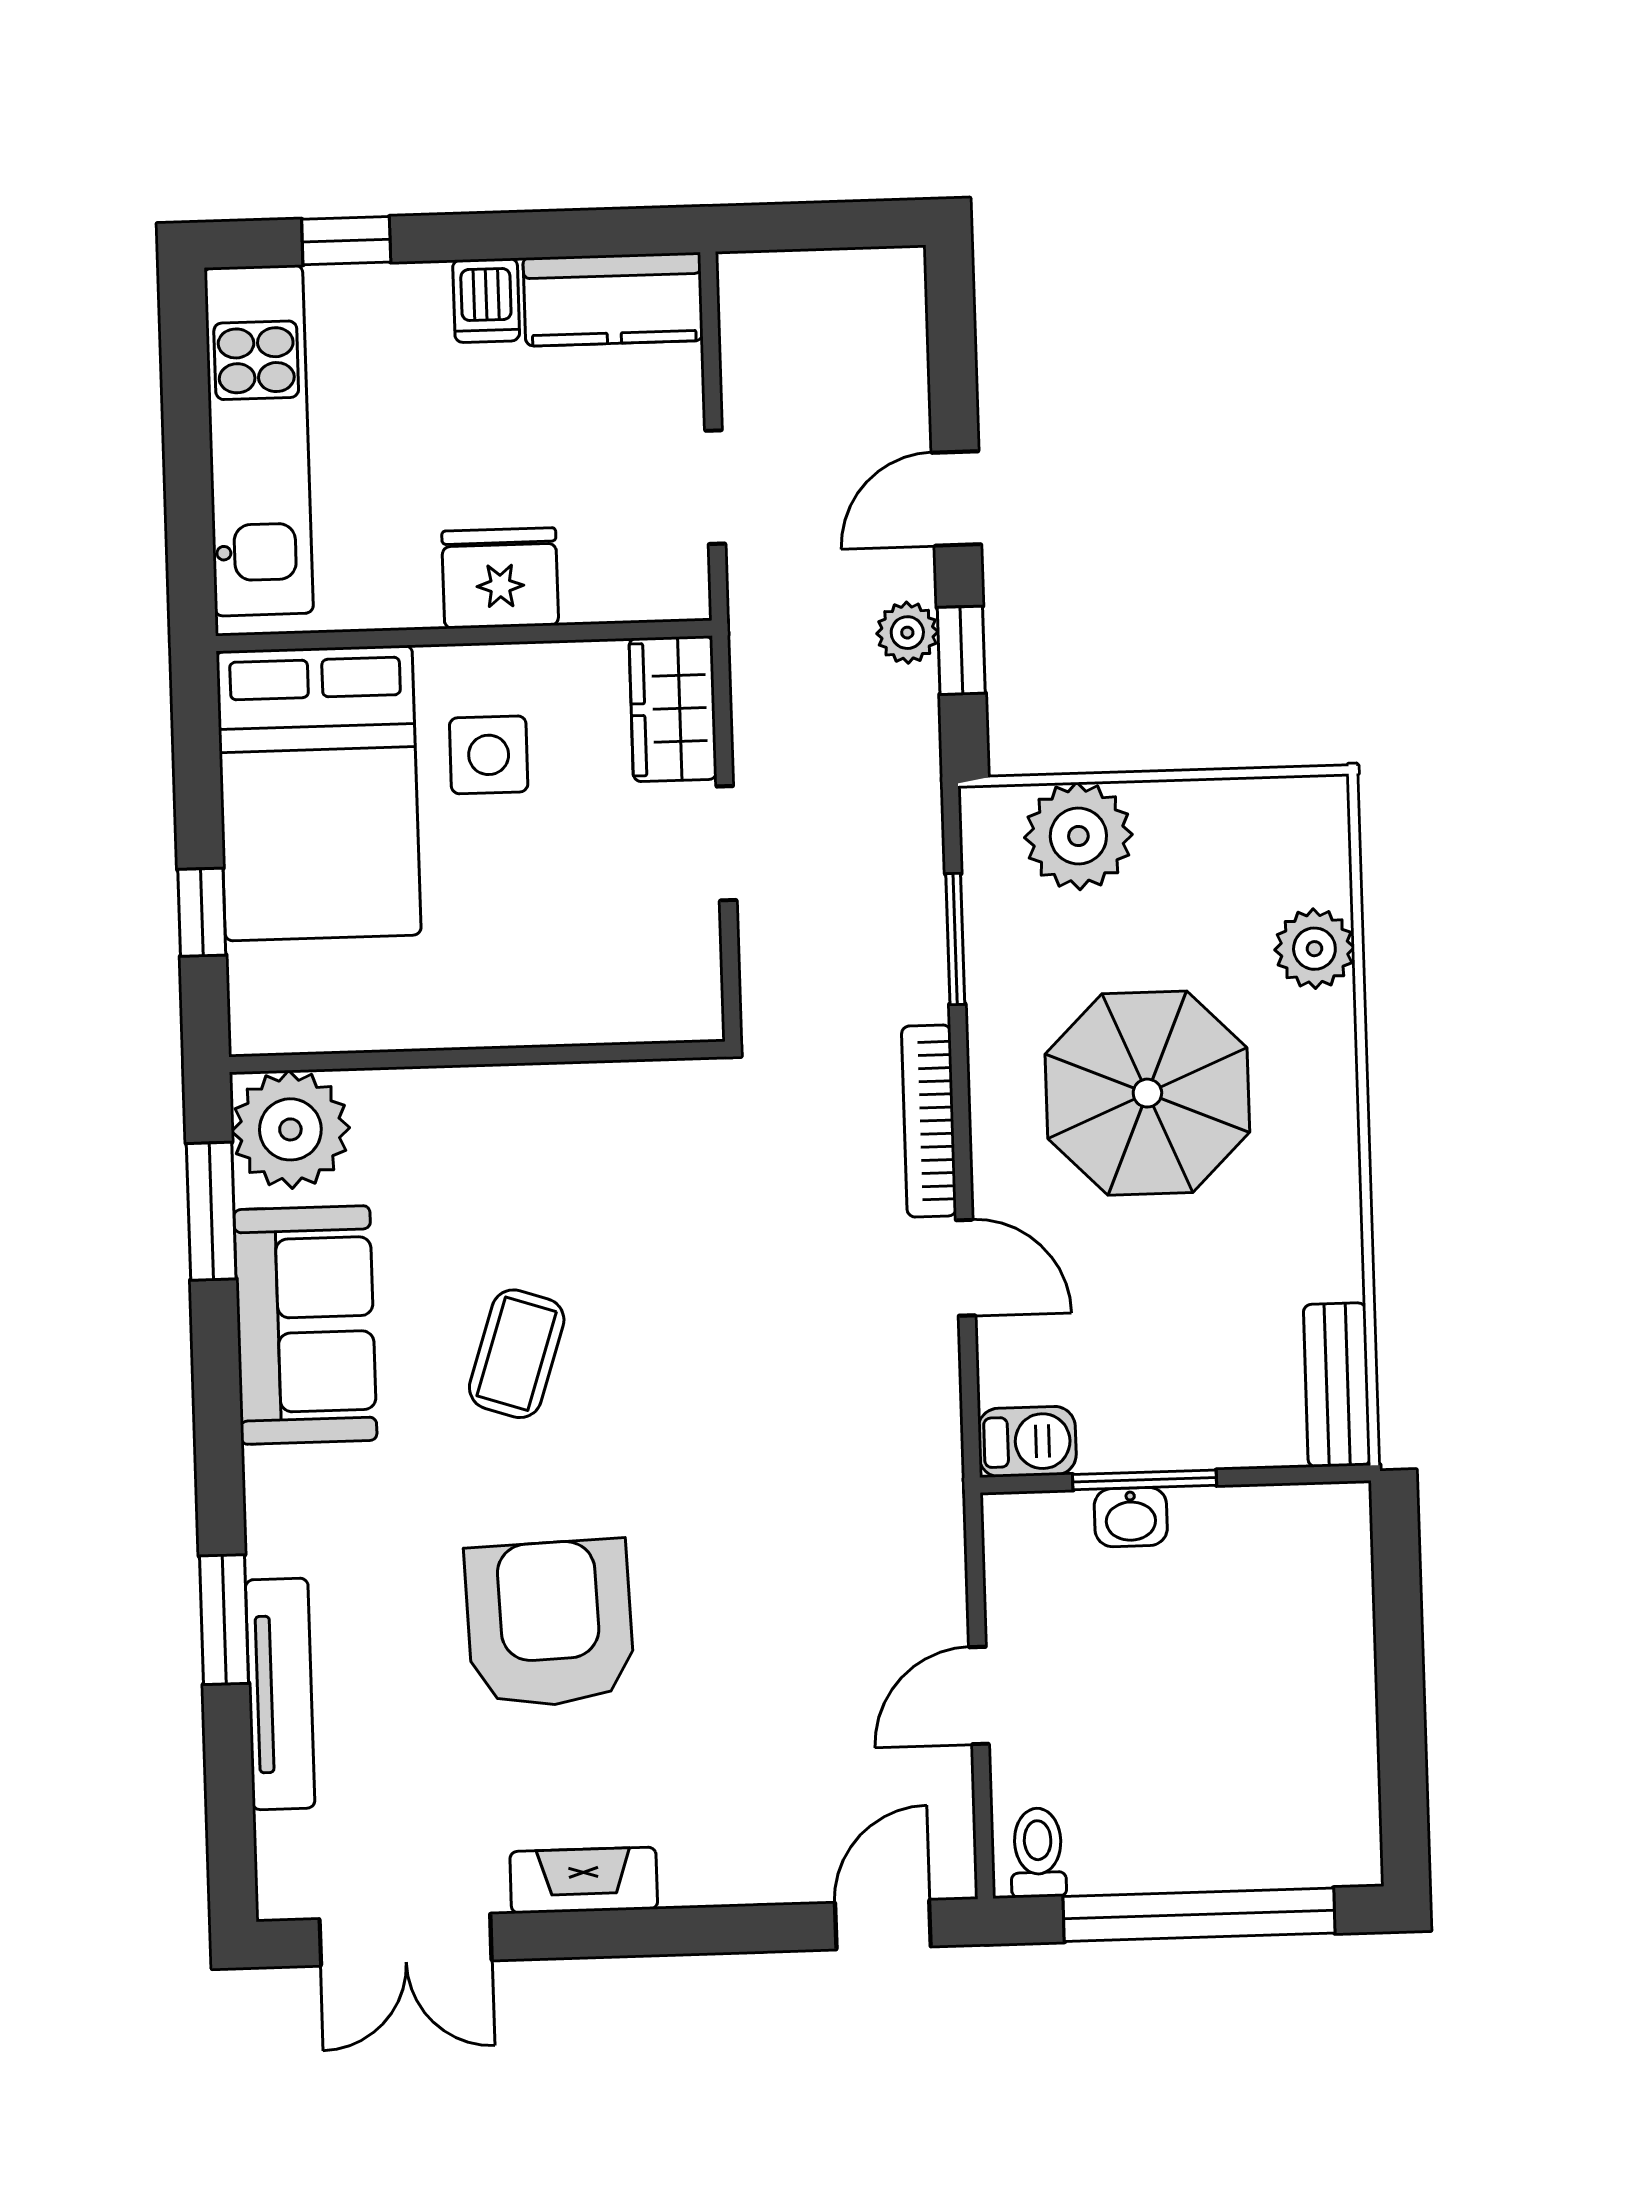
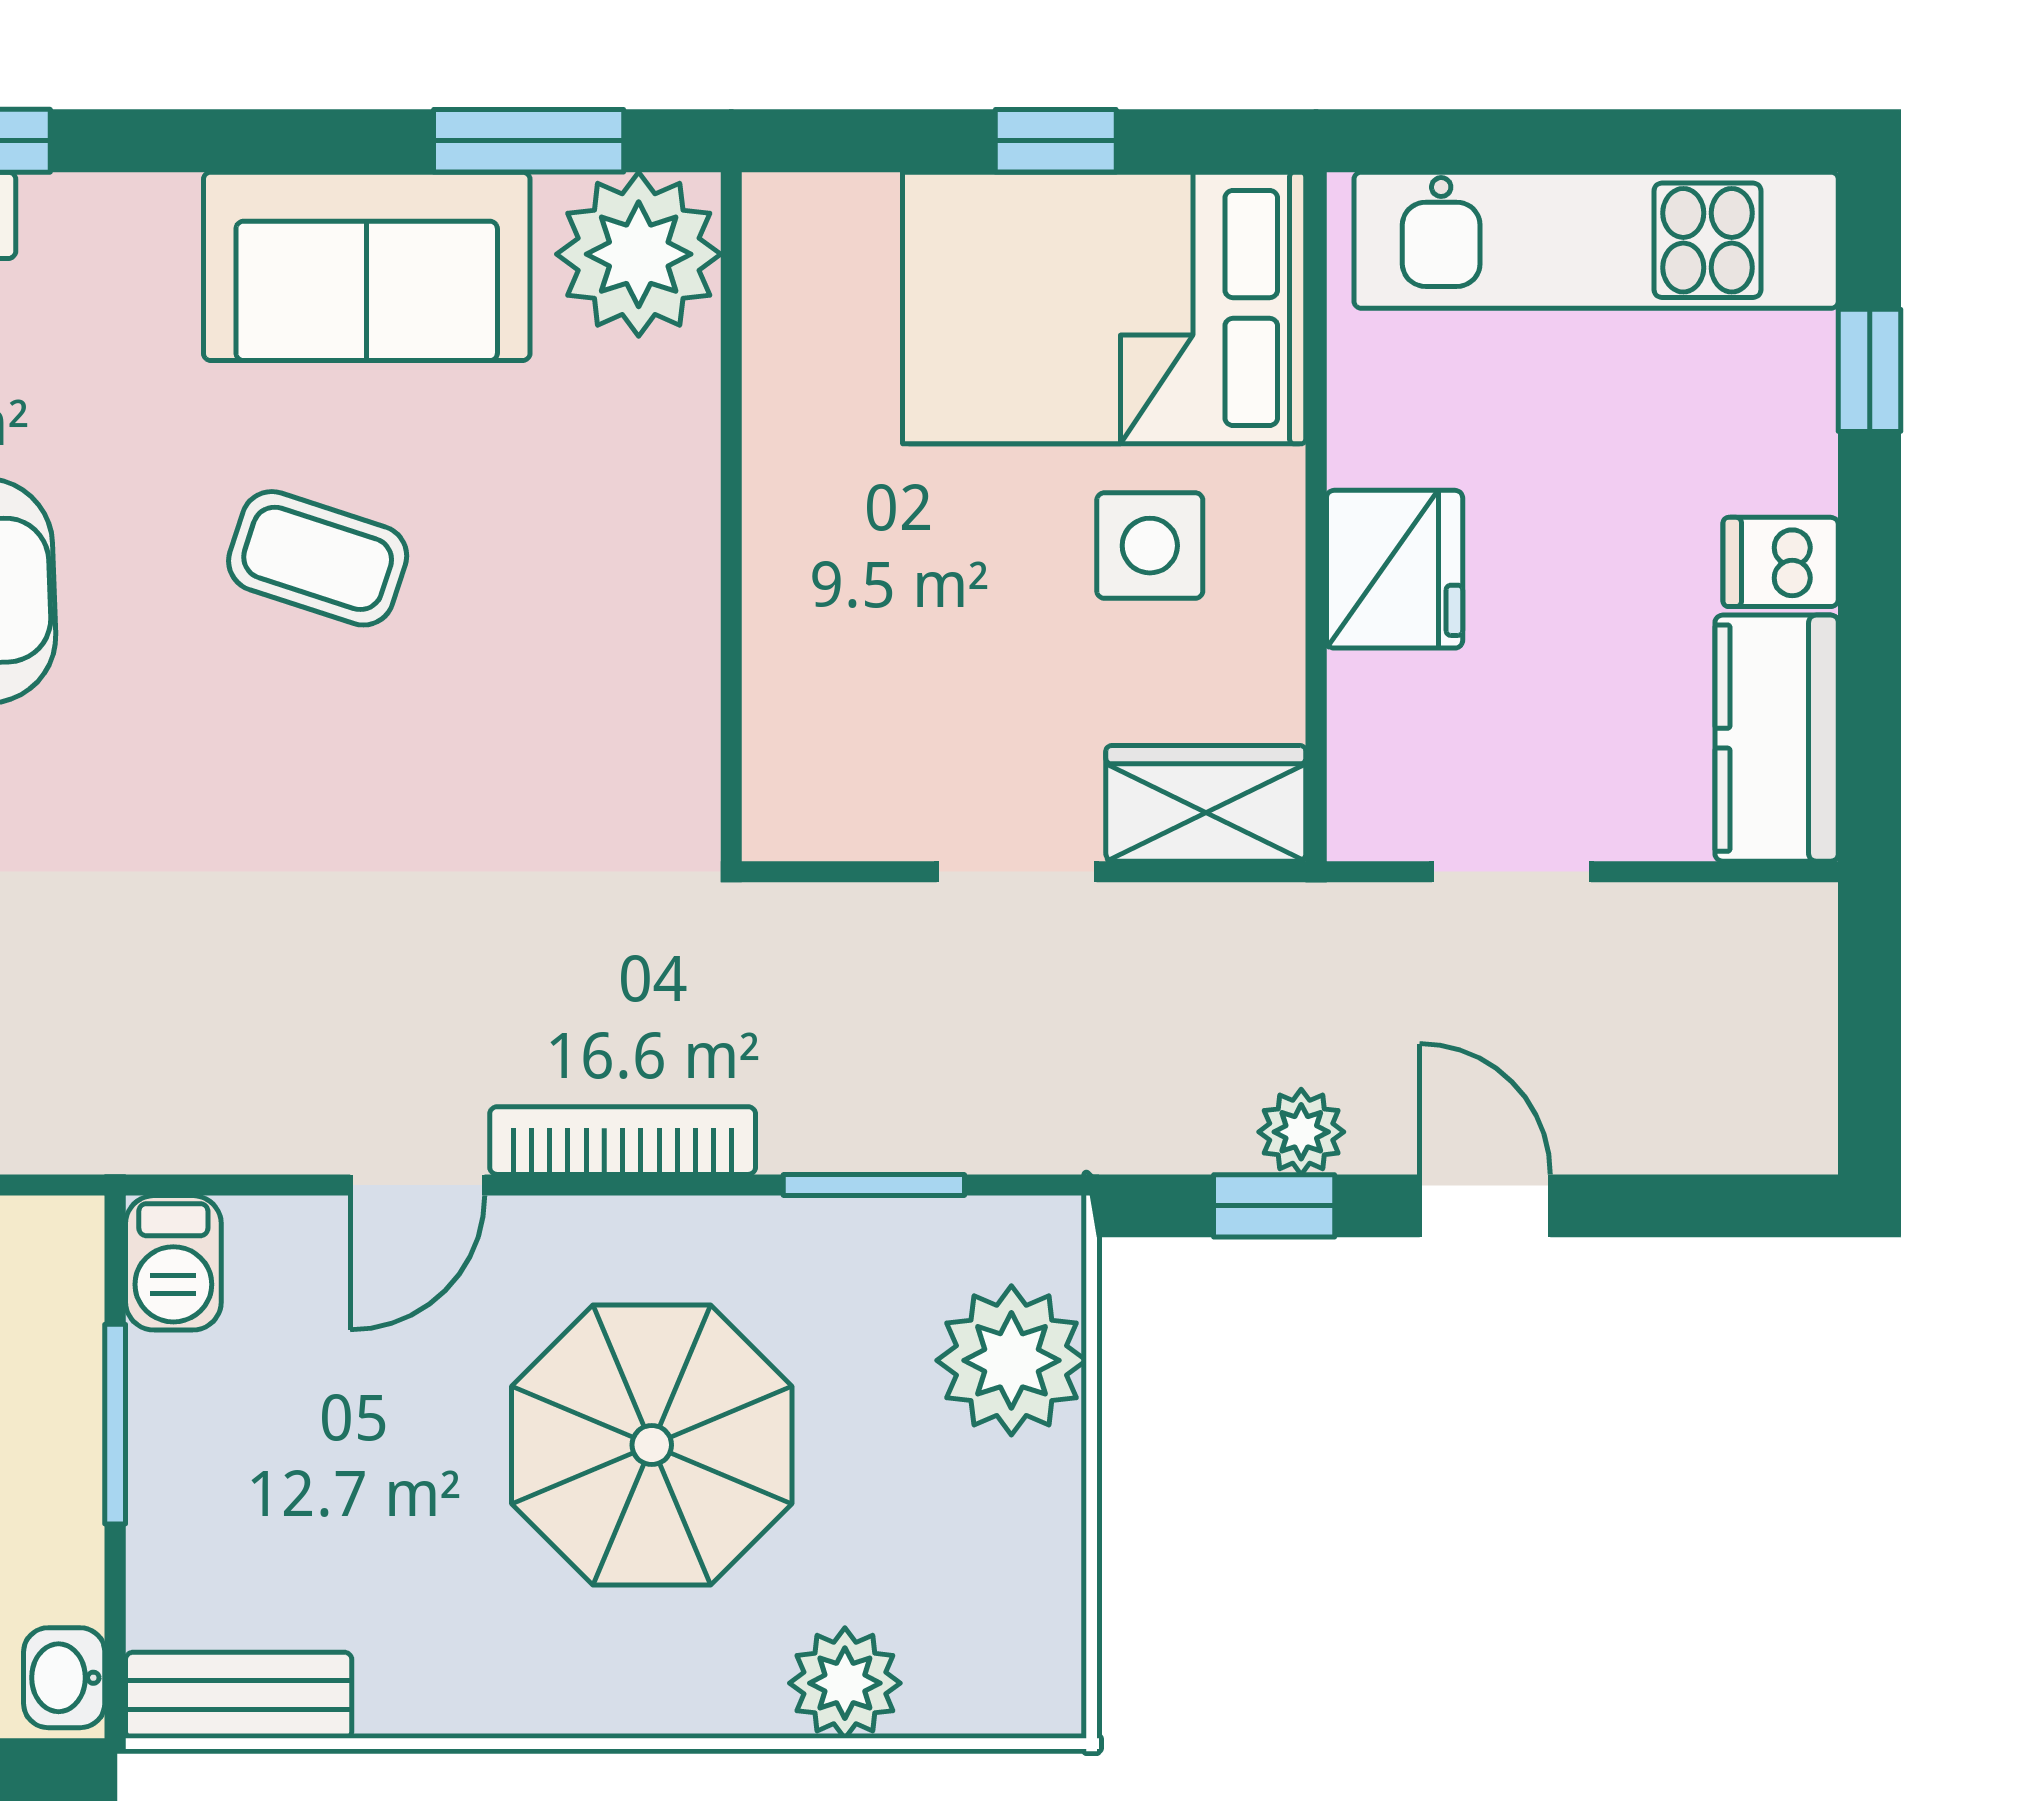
window: (202, 912) -> (1056, 141), moved
washbasin: (1131, 1517) -> (64, 1678), moved

